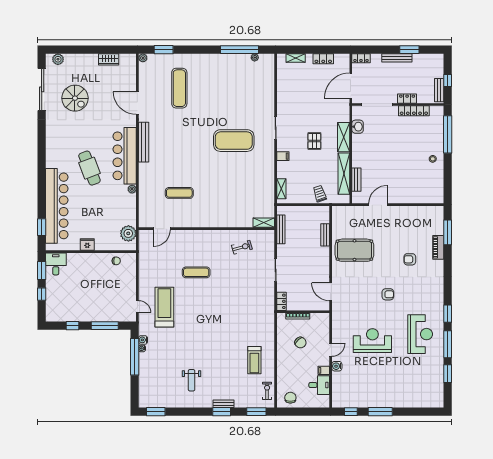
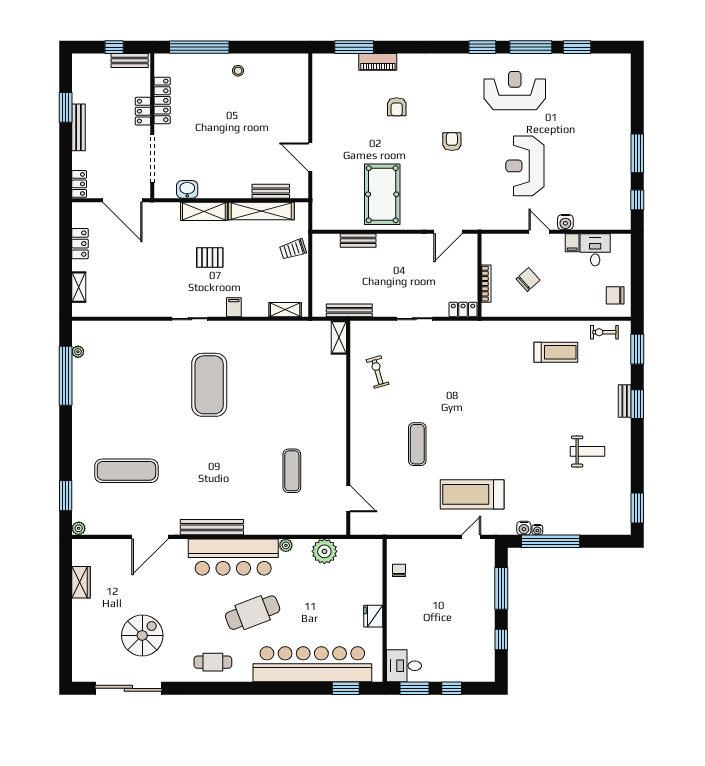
plant: (58, 59) -> (81, 662), removed
cafe table: (58, 143) -> (213, 662), added
plant: (128, 233) -> (324, 551), moved

